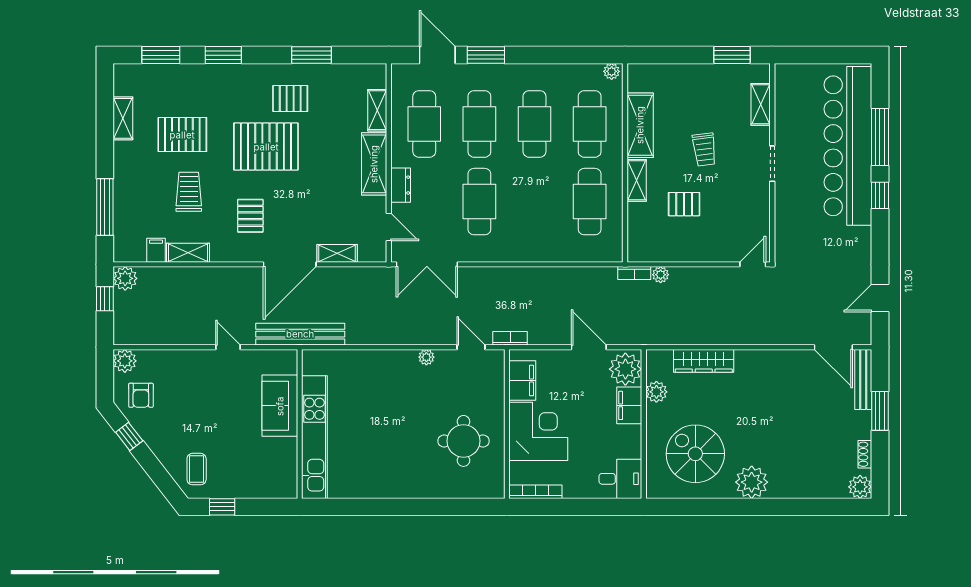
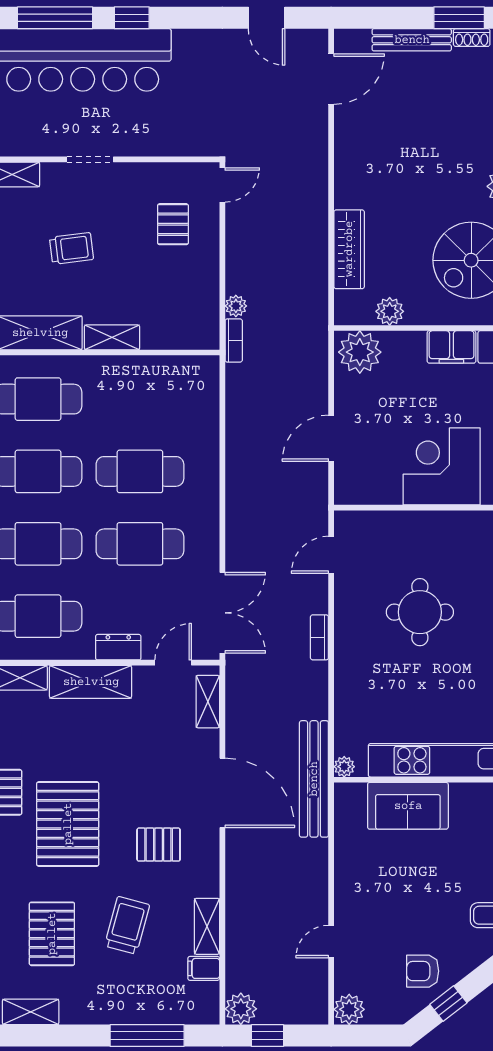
trolley: (189, 192) -> (127, 925), turned 105
cafe table: (590, 202) -> (140, 471), moved
pallet: (684, 204) -> (173, 224), moved
shelving: (337, 253) -> (208, 702), moved
door: (753, 264) -> (222, 185), swing flipped
bookcase: (510, 338) -> (319, 637), moved
door: (228, 347) -> (331, 942), moved
door: (589, 347) -> (331, 438), moved
plant: (426, 357) -> (344, 767), moved
bench: (863, 379) -> (412, 40), moved
filing cabinet: (522, 381) -> (375, 487), removed
armchair: (141, 395) -> (423, 971), moved, turned 180
filing cabinet: (629, 405) -> (451, 347), moved
window: (880, 411) -> (459, 18), moved
round table: (463, 441) -> (420, 612), moved

